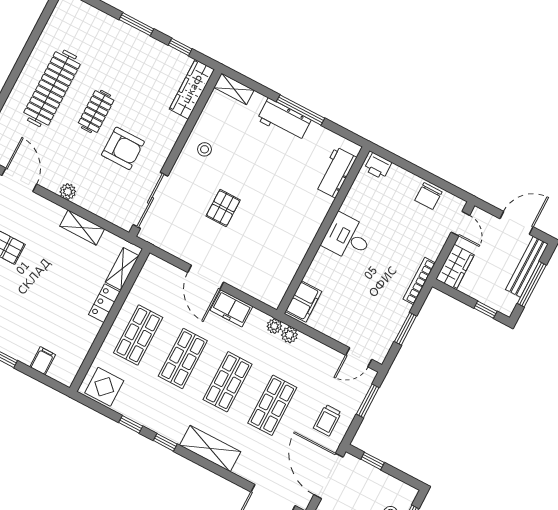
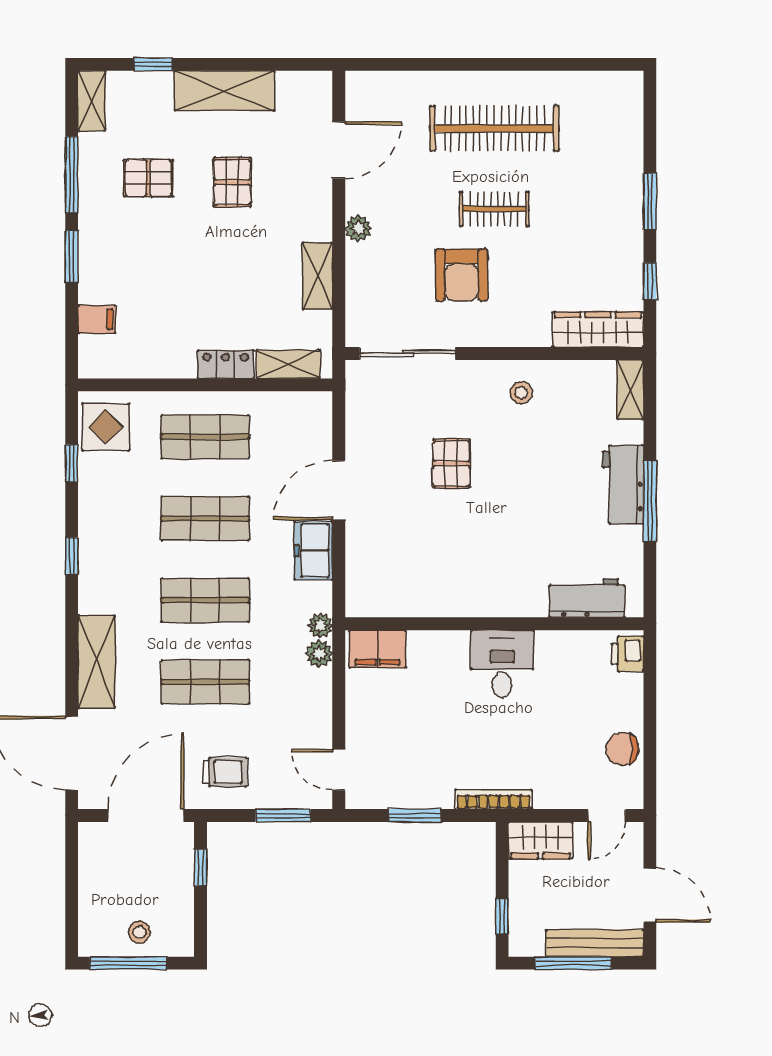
pallet: (223, 208) -> (451, 463), turned 90
trolley: (327, 420) -> (225, 772), turned 180
window: (131, 424) -> (72, 463), moved
shelving: (210, 448) -> (97, 662), moved

